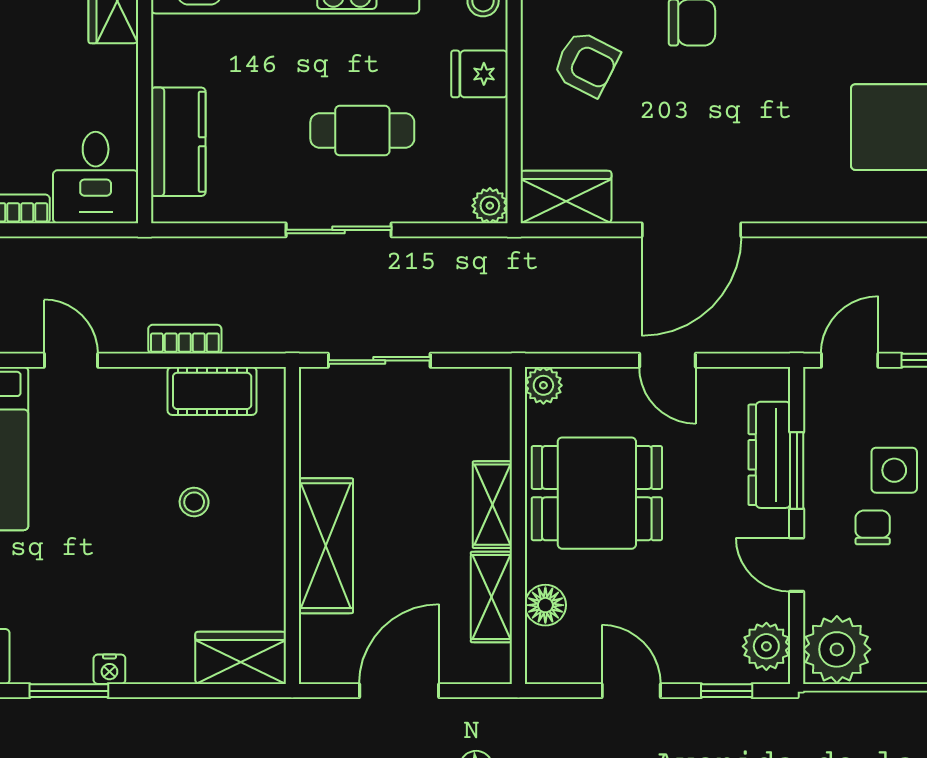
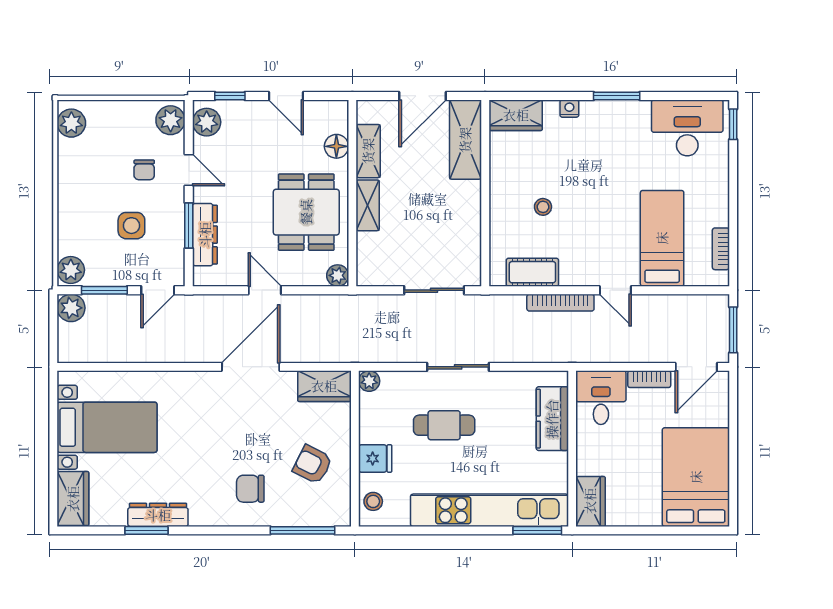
bookcase: (185, 339) -> (560, 303), width x1.56
dining table: (597, 493) -> (306, 212), turned 90
chair: (873, 527) -> (144, 170), moved
shelving: (326, 546) -> (465, 140), moved
plant: (837, 649) -> (171, 120), width x0.73, depth x0.73
nightstand: (109, 669) -> (569, 109), moved

